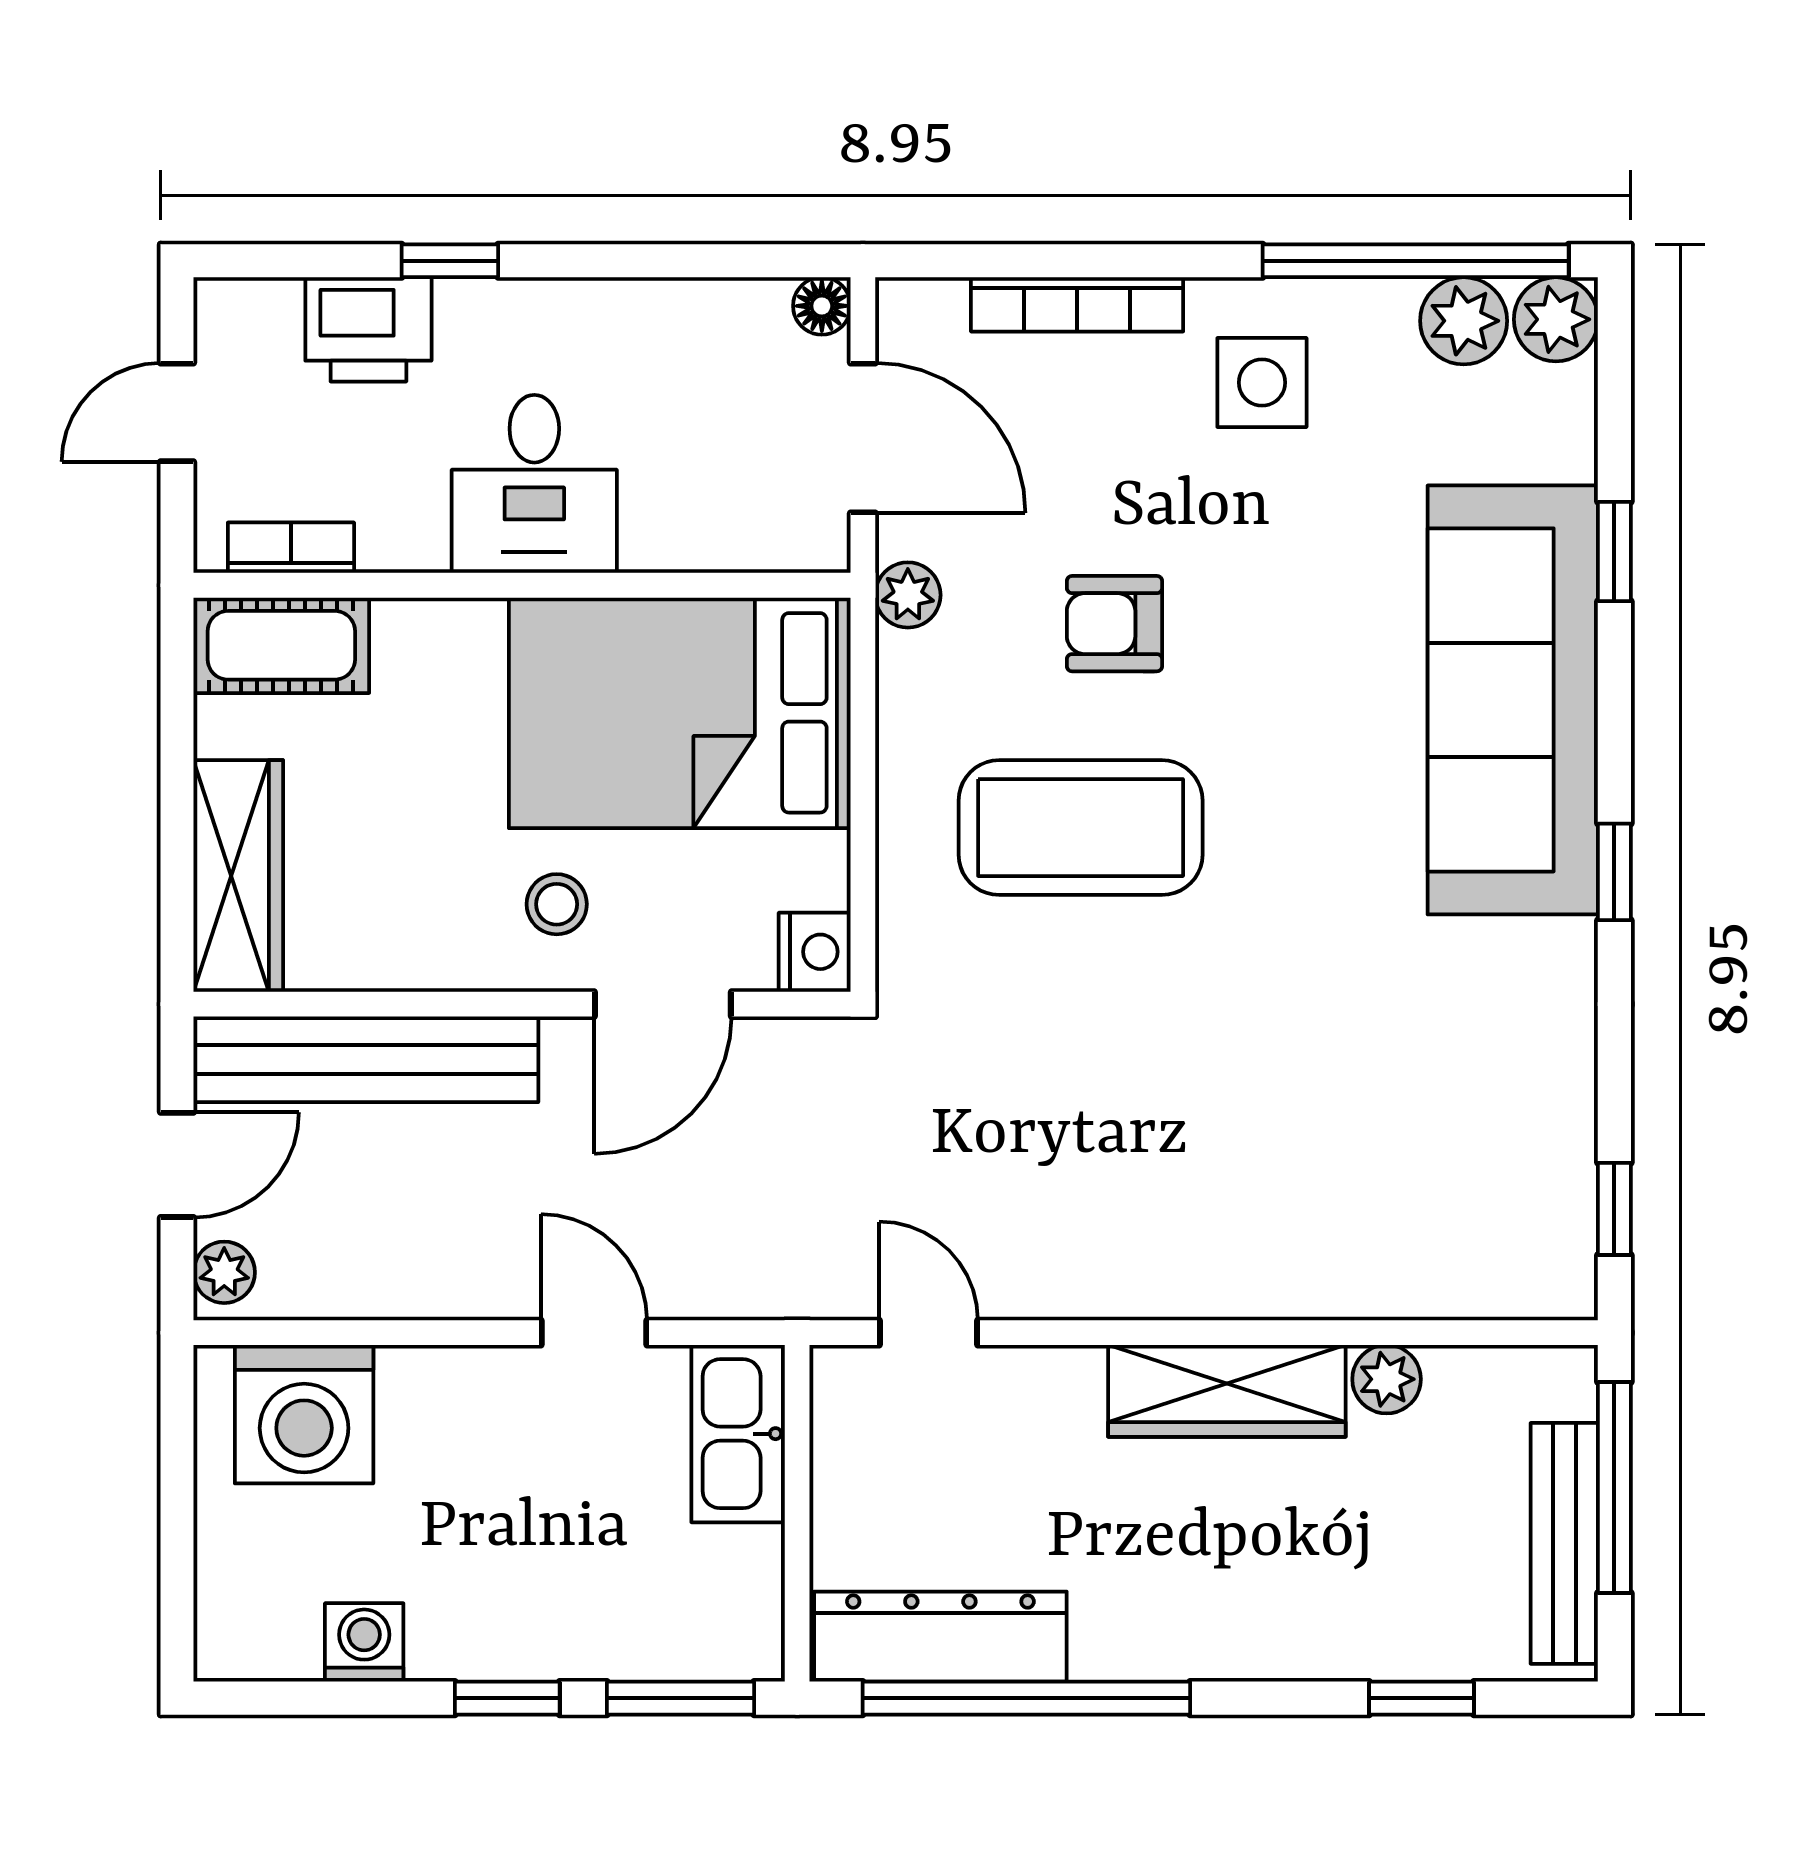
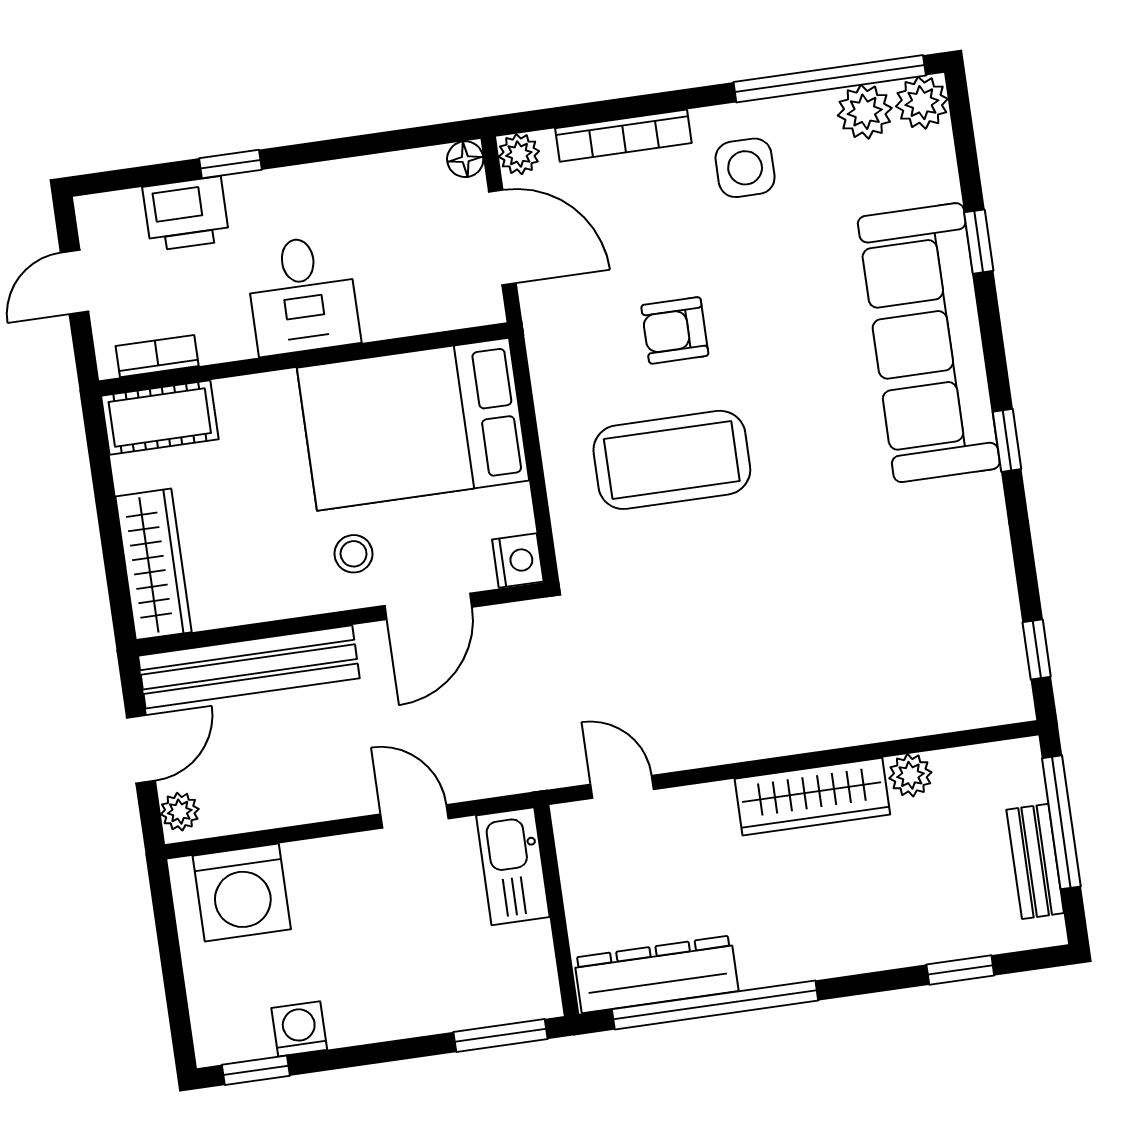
plant: (908, 595) -> (519, 154), moved
bench: (1564, 1543) -> (1035, 861), width x0.73
window: (507, 1698) -> (256, 1070), moved

